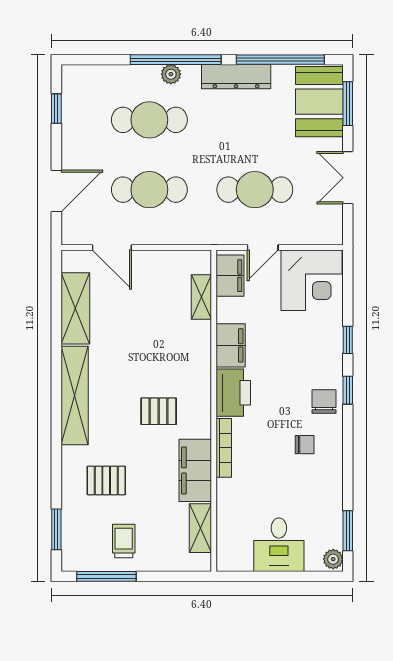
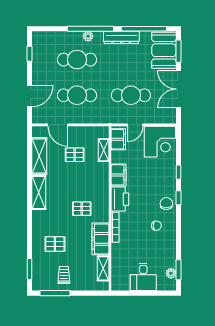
double door: (348, 178) -> (178, 89), width x1.37
pallet: (145, 306) -> (75, 155), added
shelving: (75, 395) -> (39, 192), width x0.68
plant: (333, 559) -> (171, 273), moved

